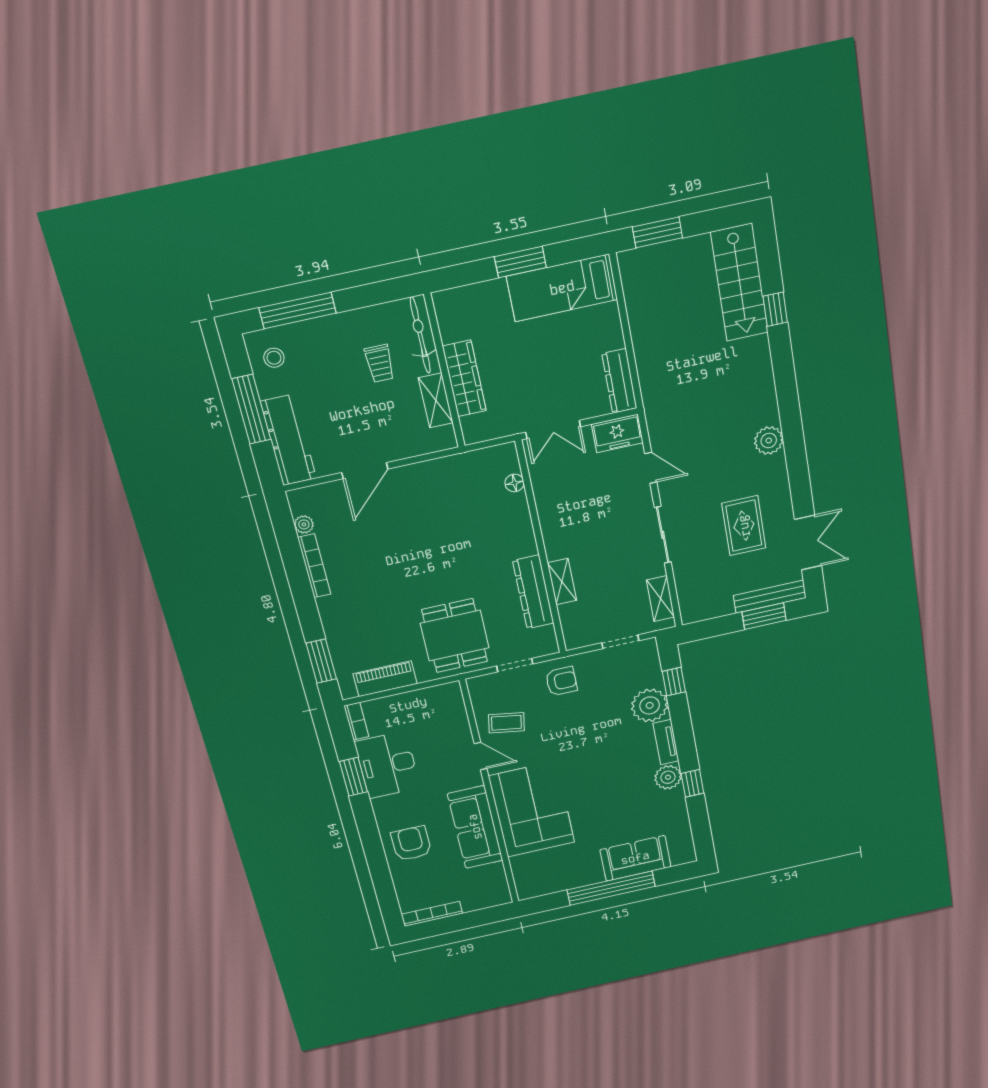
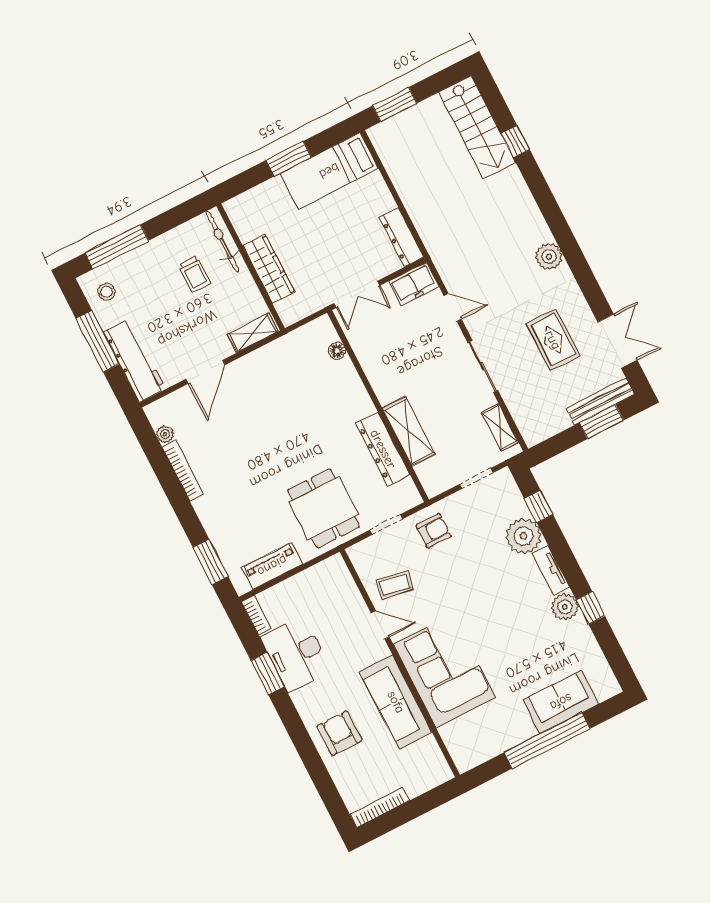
shelving: (436, 400) -> (253, 333), moved, turned 90
shelving: (562, 582) -> (409, 431), width x1.50, depth x1.33

